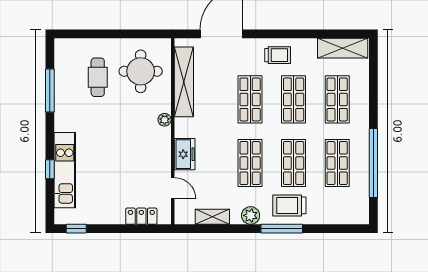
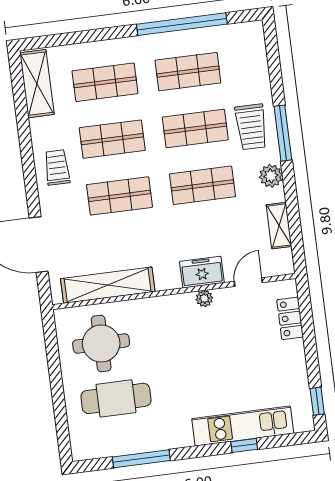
cafe table: (98, 77) -> (116, 398), width x1.37, depth x1.35
plant: (165, 120) -> (204, 299), moved

